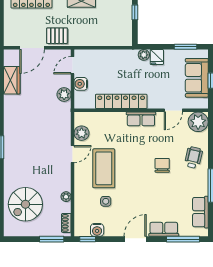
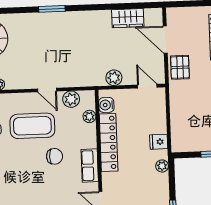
fridge: (157, 57) -> (159, 142), moved
water cooler: (81, 84) -> (106, 105), moved, turned -90
plant: (97, 117) -> (89, 116), added
chair: (162, 165) -> (55, 156), moved

